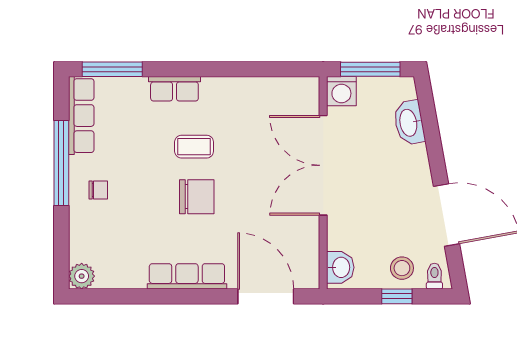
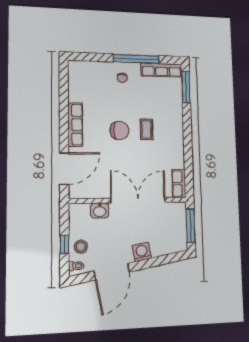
row of seats: (174, 89) -> (179, 184), moved
washing machine: (341, 91) -> (142, 252), moved, turned 80
washbasin: (409, 123) -> (163, 248), removed
chair: (197, 197) -> (120, 130), turned -90
washbasin: (340, 267) -> (100, 211), moved
plant: (82, 276) -> (75, 67), removed

